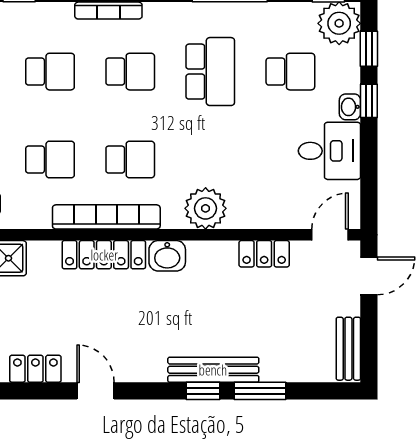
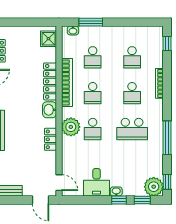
school desk: (290, 72) -> (93, 129), moved
locker: (264, 254) -> (50, 139), moved

